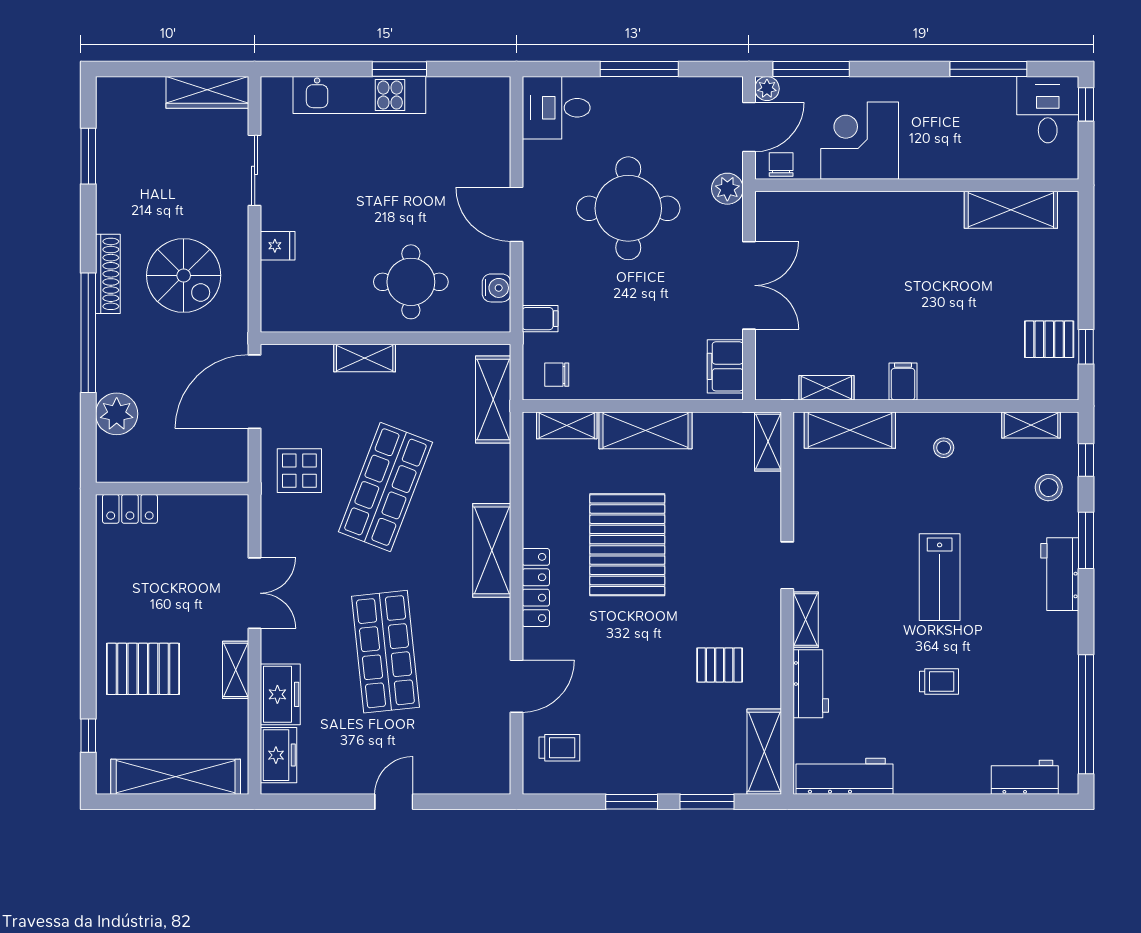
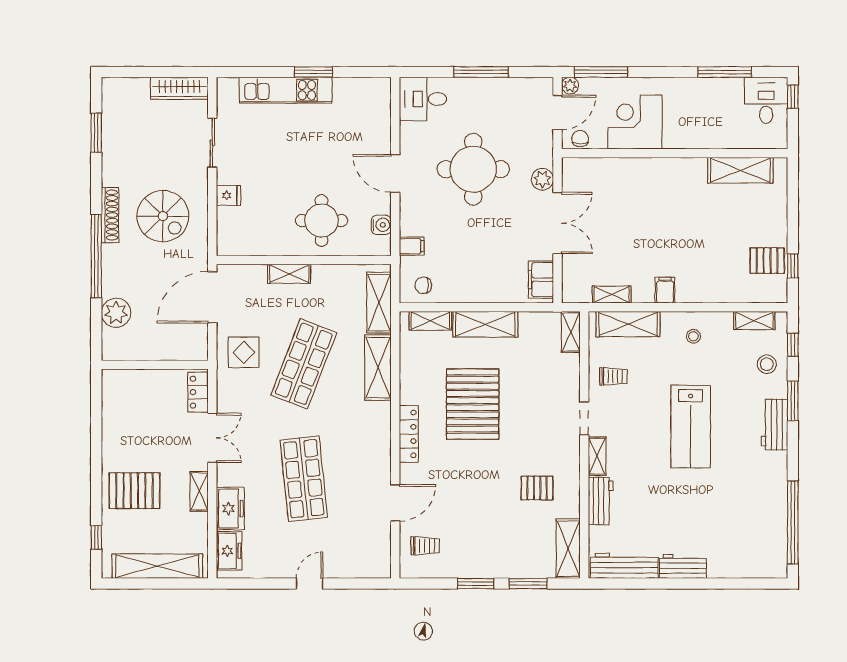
plant: (727, 189) -> (542, 179), moved
locker: (130, 509) -> (198, 392), moved, turned 90
shelving: (492, 550) -> (378, 368), moved
lab bench: (940, 577) -> (691, 427), width x1.36, depth x1.39
trolley: (939, 682) -> (613, 376), moved
workbench: (1025, 777) -> (683, 566), moved

